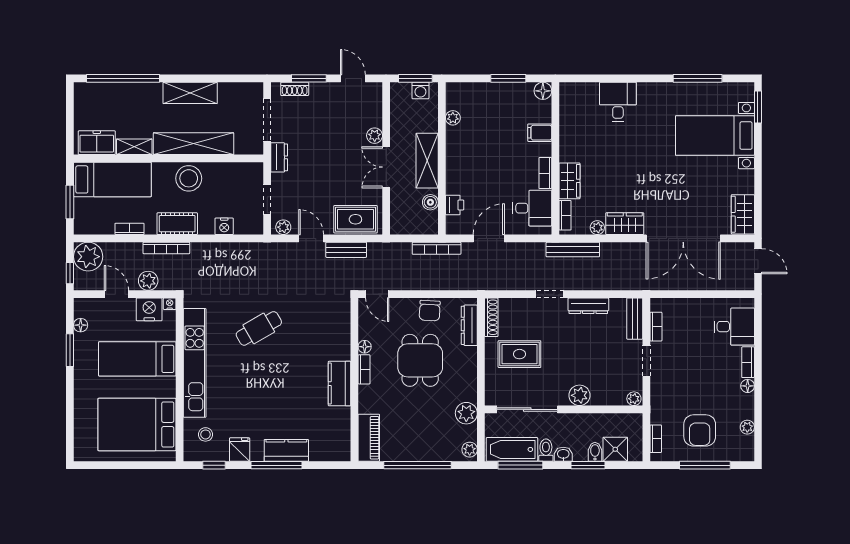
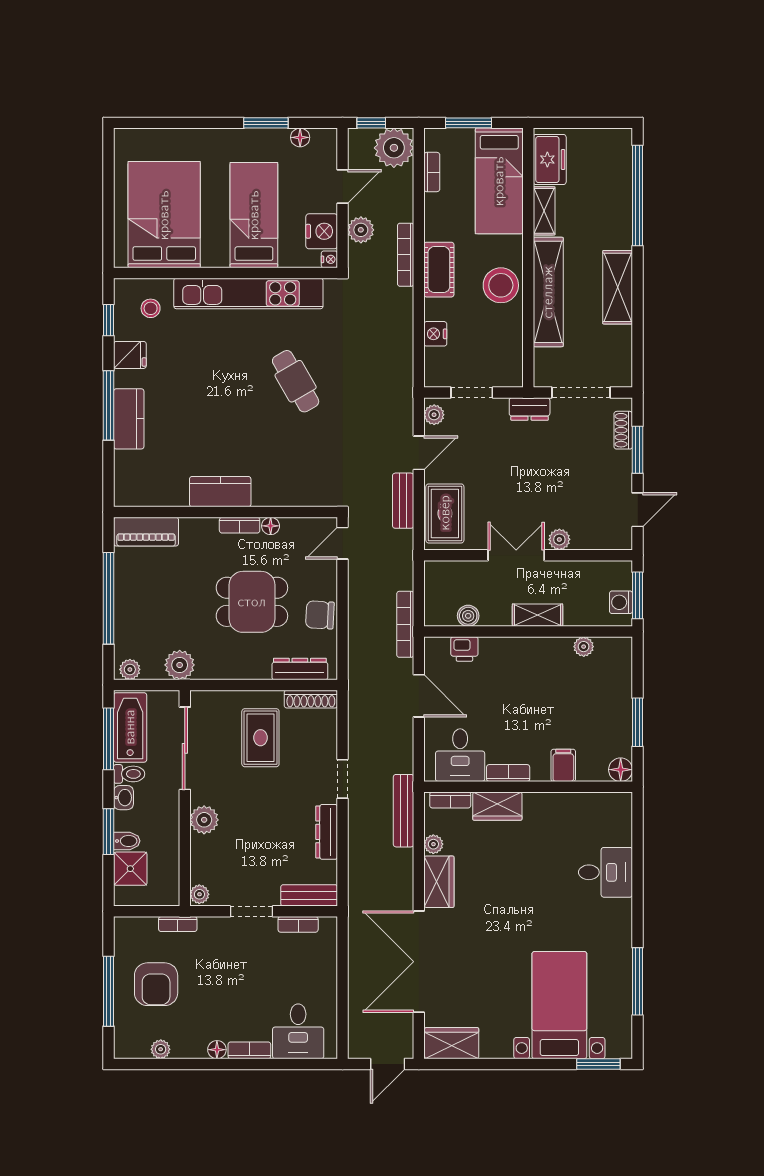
shelving: (427, 161) -> (538, 615), width x0.67, depth x0.75
bookcase: (129, 229) -> (432, 172), moved
armchair: (700, 430) -> (156, 984), turned -90
bookcase: (656, 439) -> (178, 924), moved

